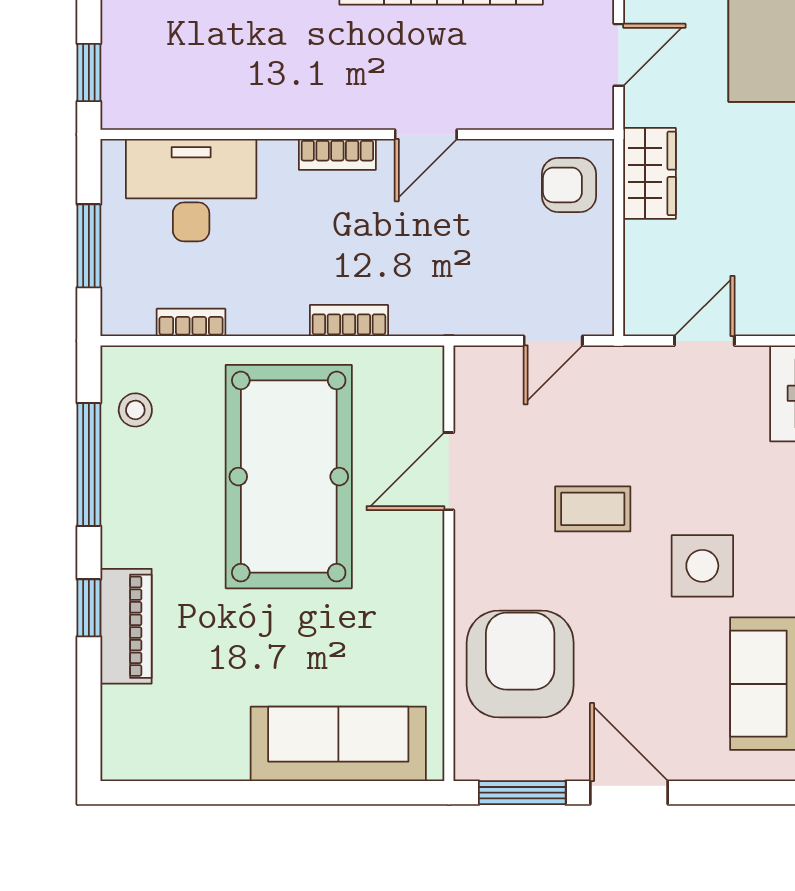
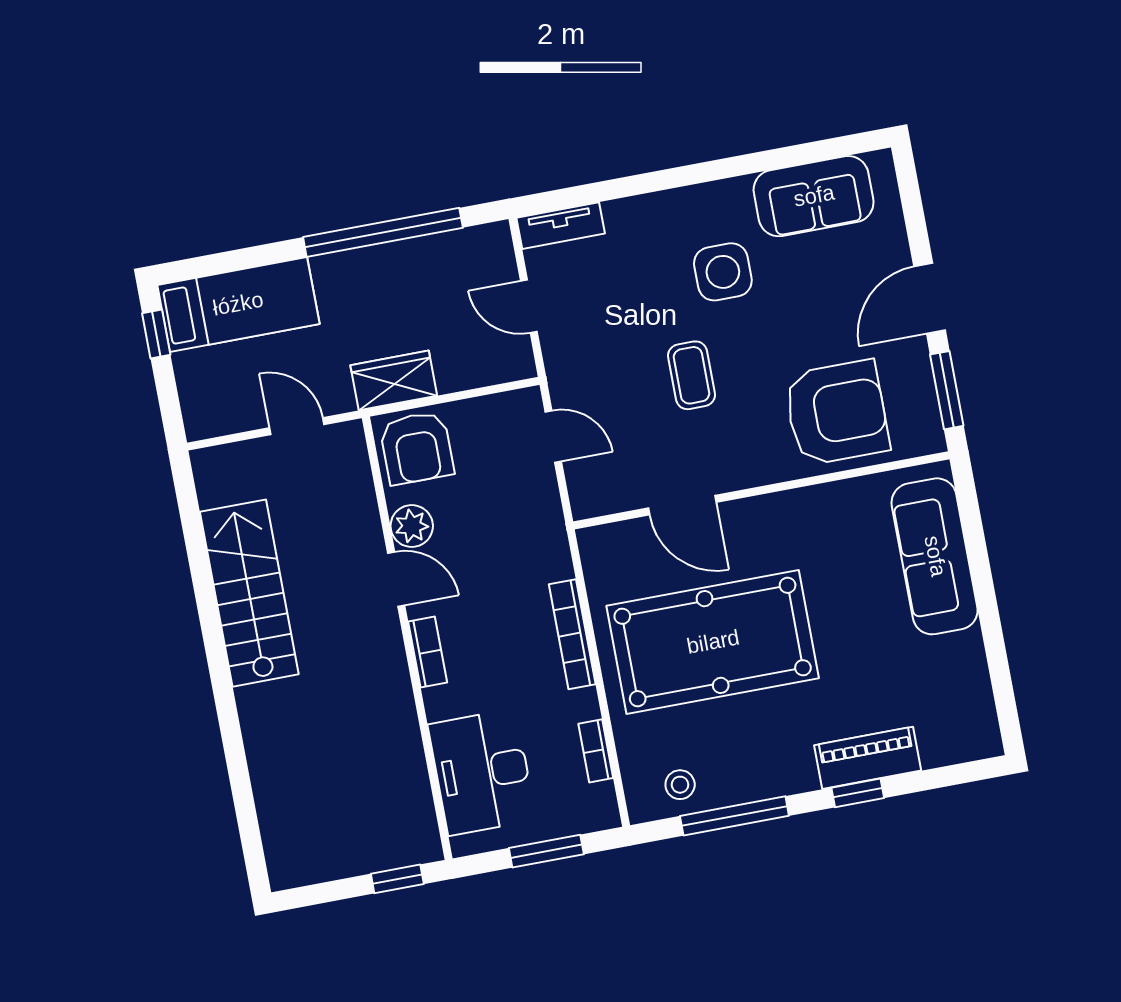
plant: (482, 163) -> (412, 526), added
armchair: (569, 185) -> (417, 448), width x1.38, depth x1.38
bookcase: (349, 321) -> (572, 634), width x1.56
armchair: (520, 664) -> (837, 413), turned 180

